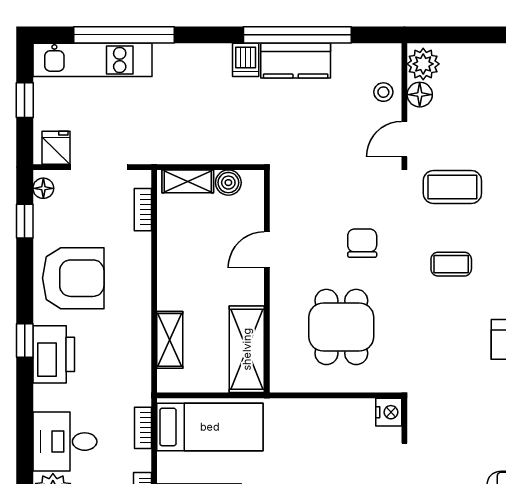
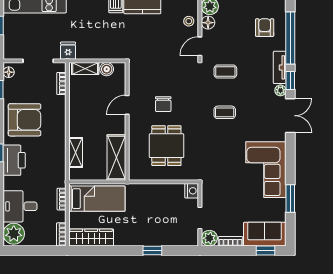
fridge: (56, 148) -> (68, 51), moved
coffee table: (452, 187) -> (225, 71), width x0.73, depth x0.77
chair: (362, 243) -> (163, 104), moved, turned 180

